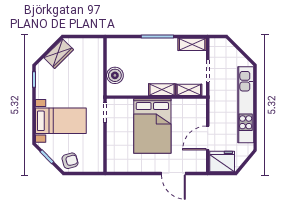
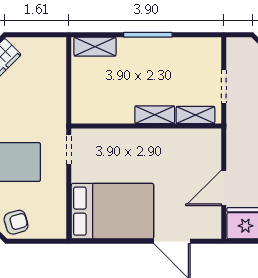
shelving: (192, 44) -> (95, 47), moved
boiler: (115, 75) -> (84, 93), removed
bed: (152, 126) -> (112, 211), moved, turned -90

